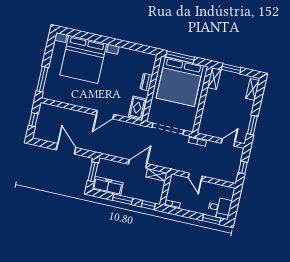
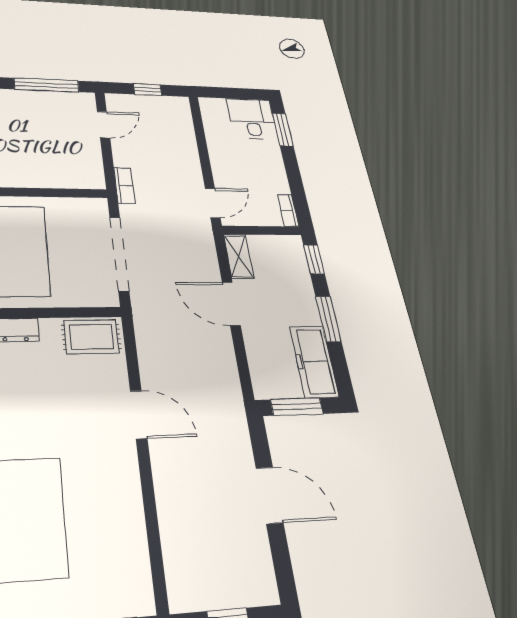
window: (252, 125) -> (47, 85), width x1.44
door: (228, 142) -> (103, 125), swing flipped
door: (66, 149) -> (270, 495), swing flipped
door: (195, 177) -> (213, 203), moved

